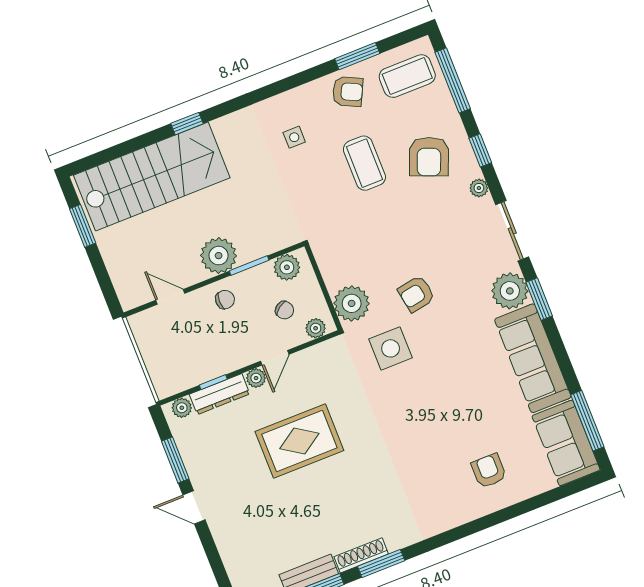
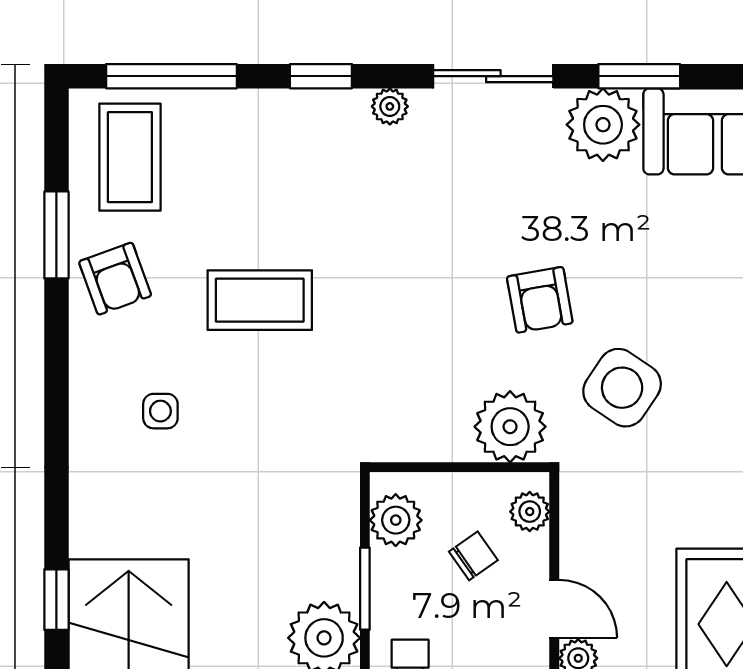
armchair: (348, 92) -> (115, 279), turned 134
armchair: (429, 157) -> (295, 176), removed
side table: (391, 348) -> (622, 388), turned 34

